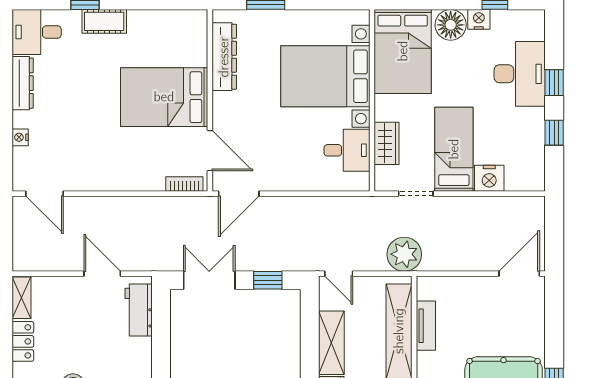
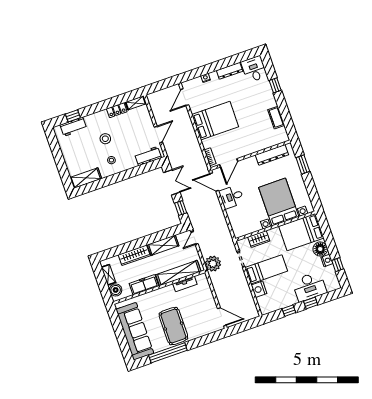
cot: (104, 21) -> (276, 118), moved
bed: (164, 97) -> (215, 121), moved, turned 90
desk: (347, 150) -> (232, 197), moved, turned 90

